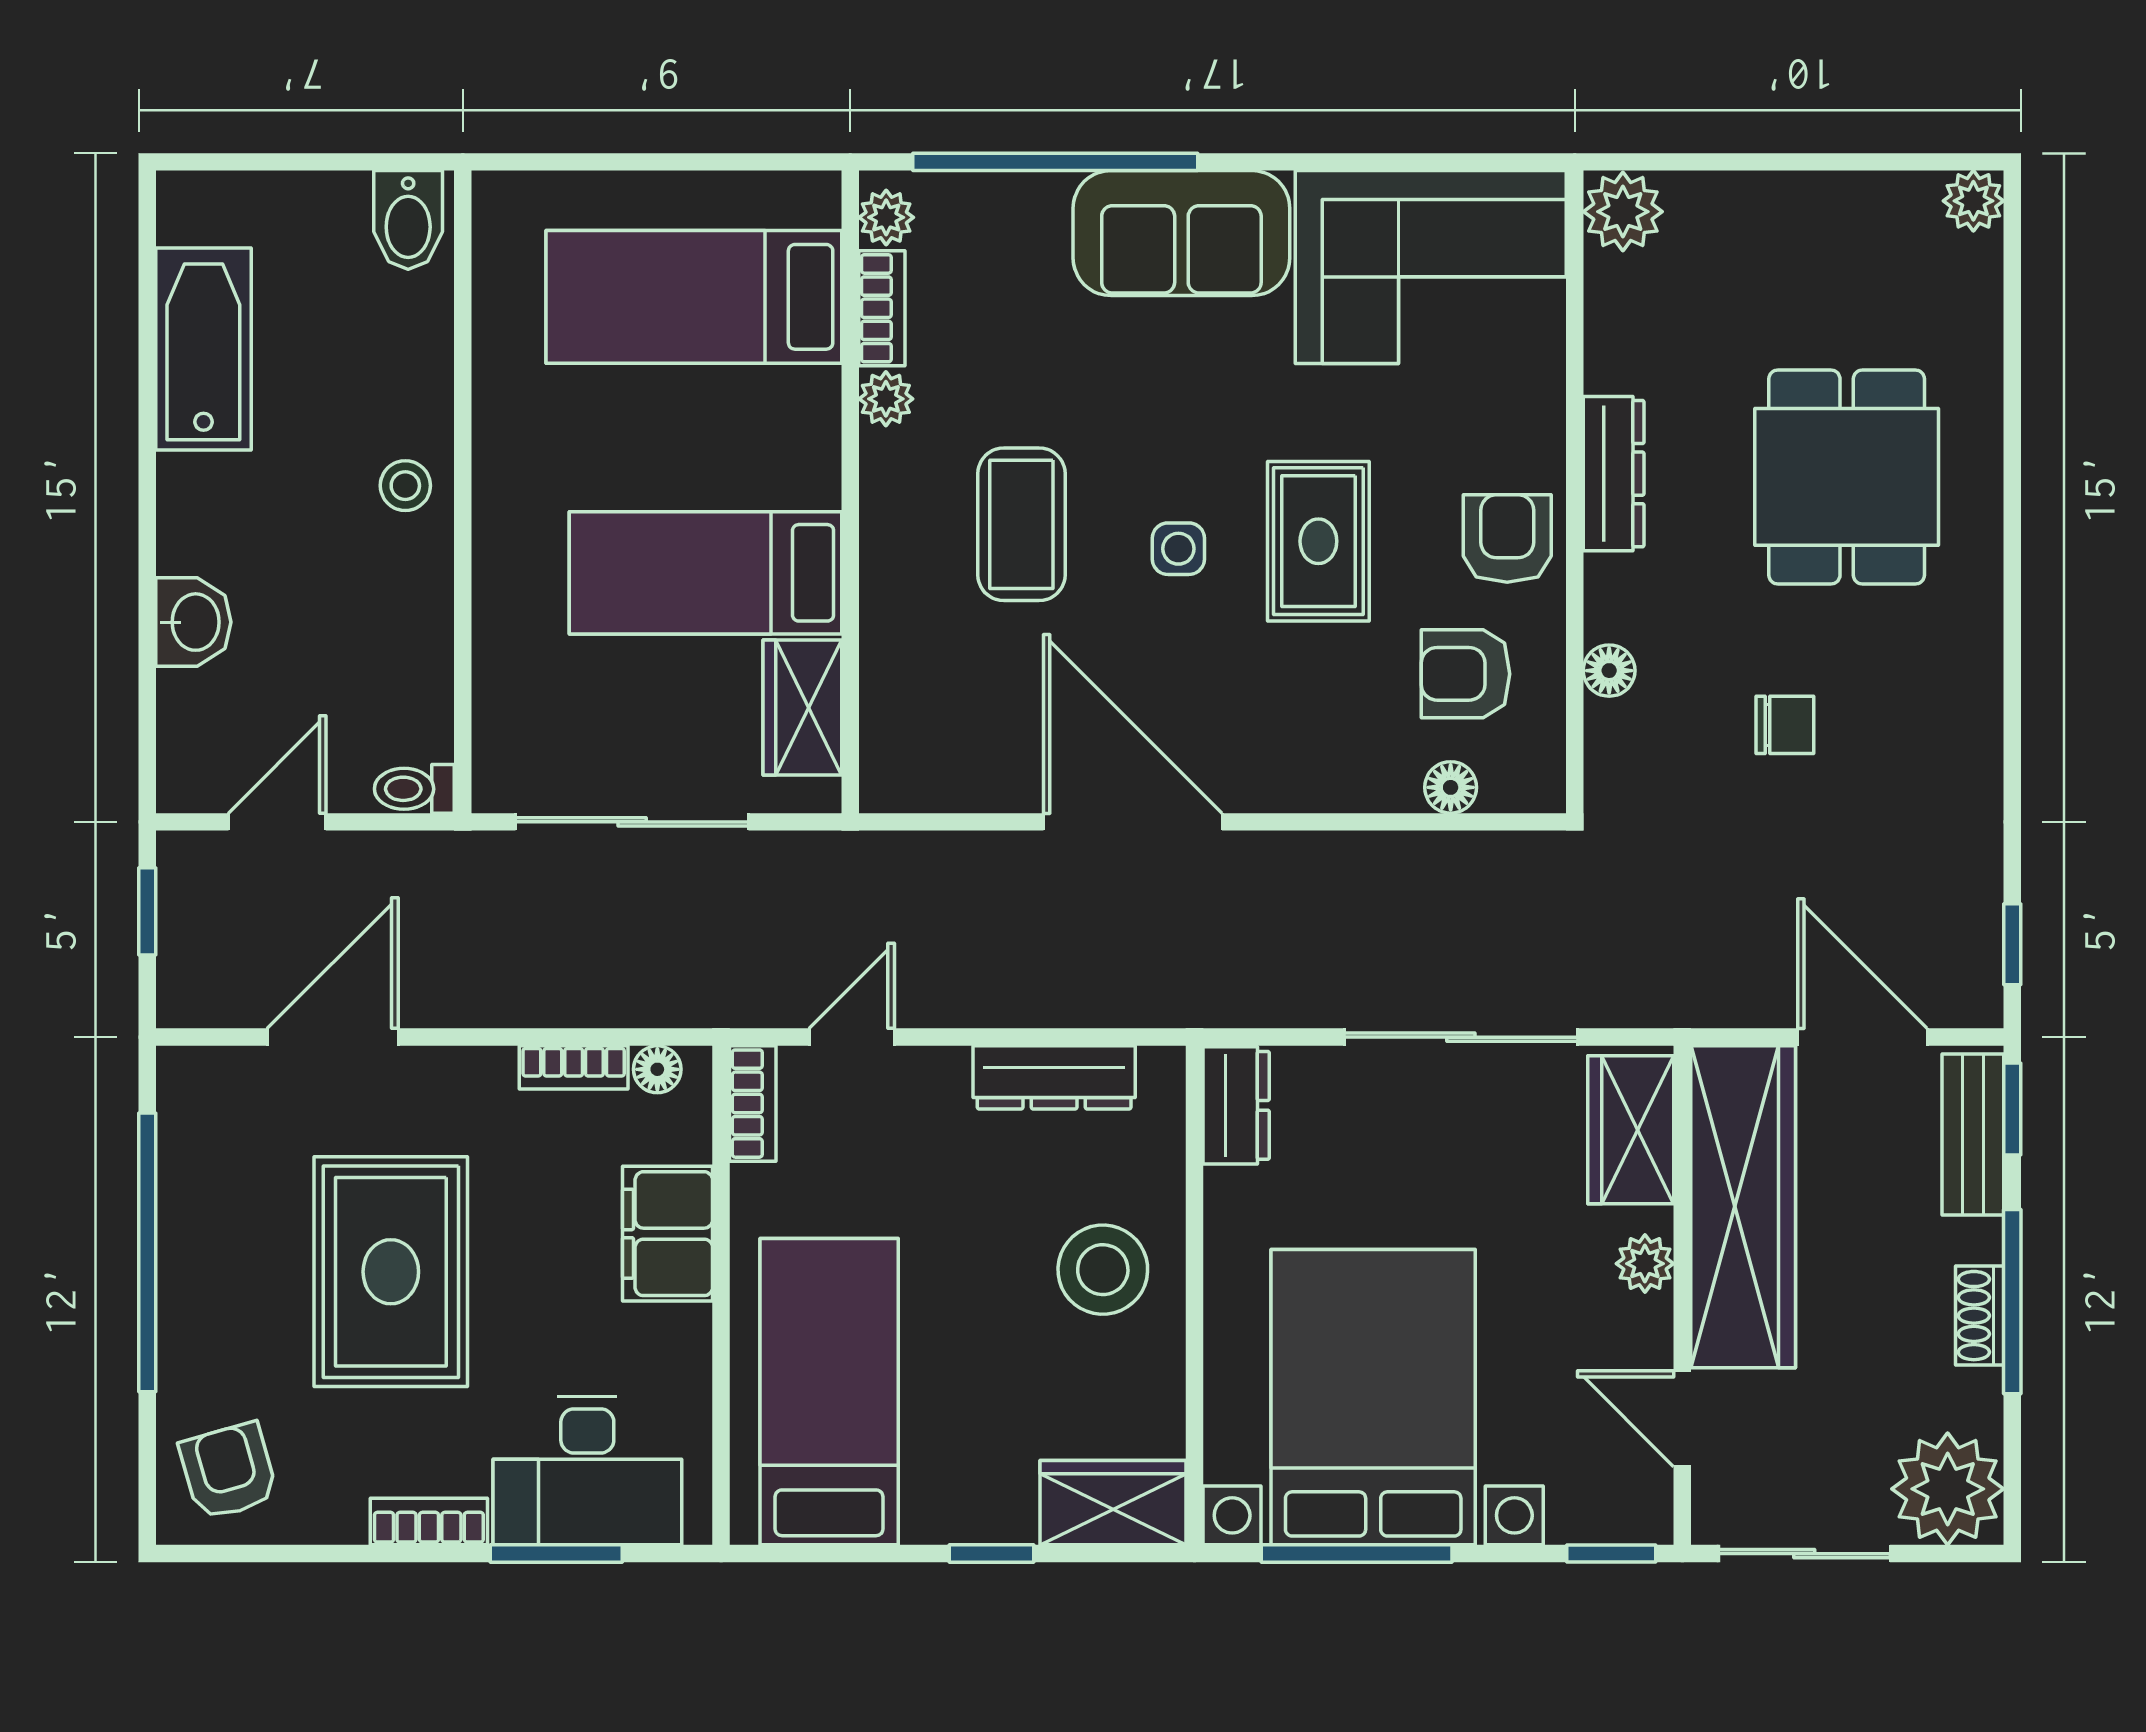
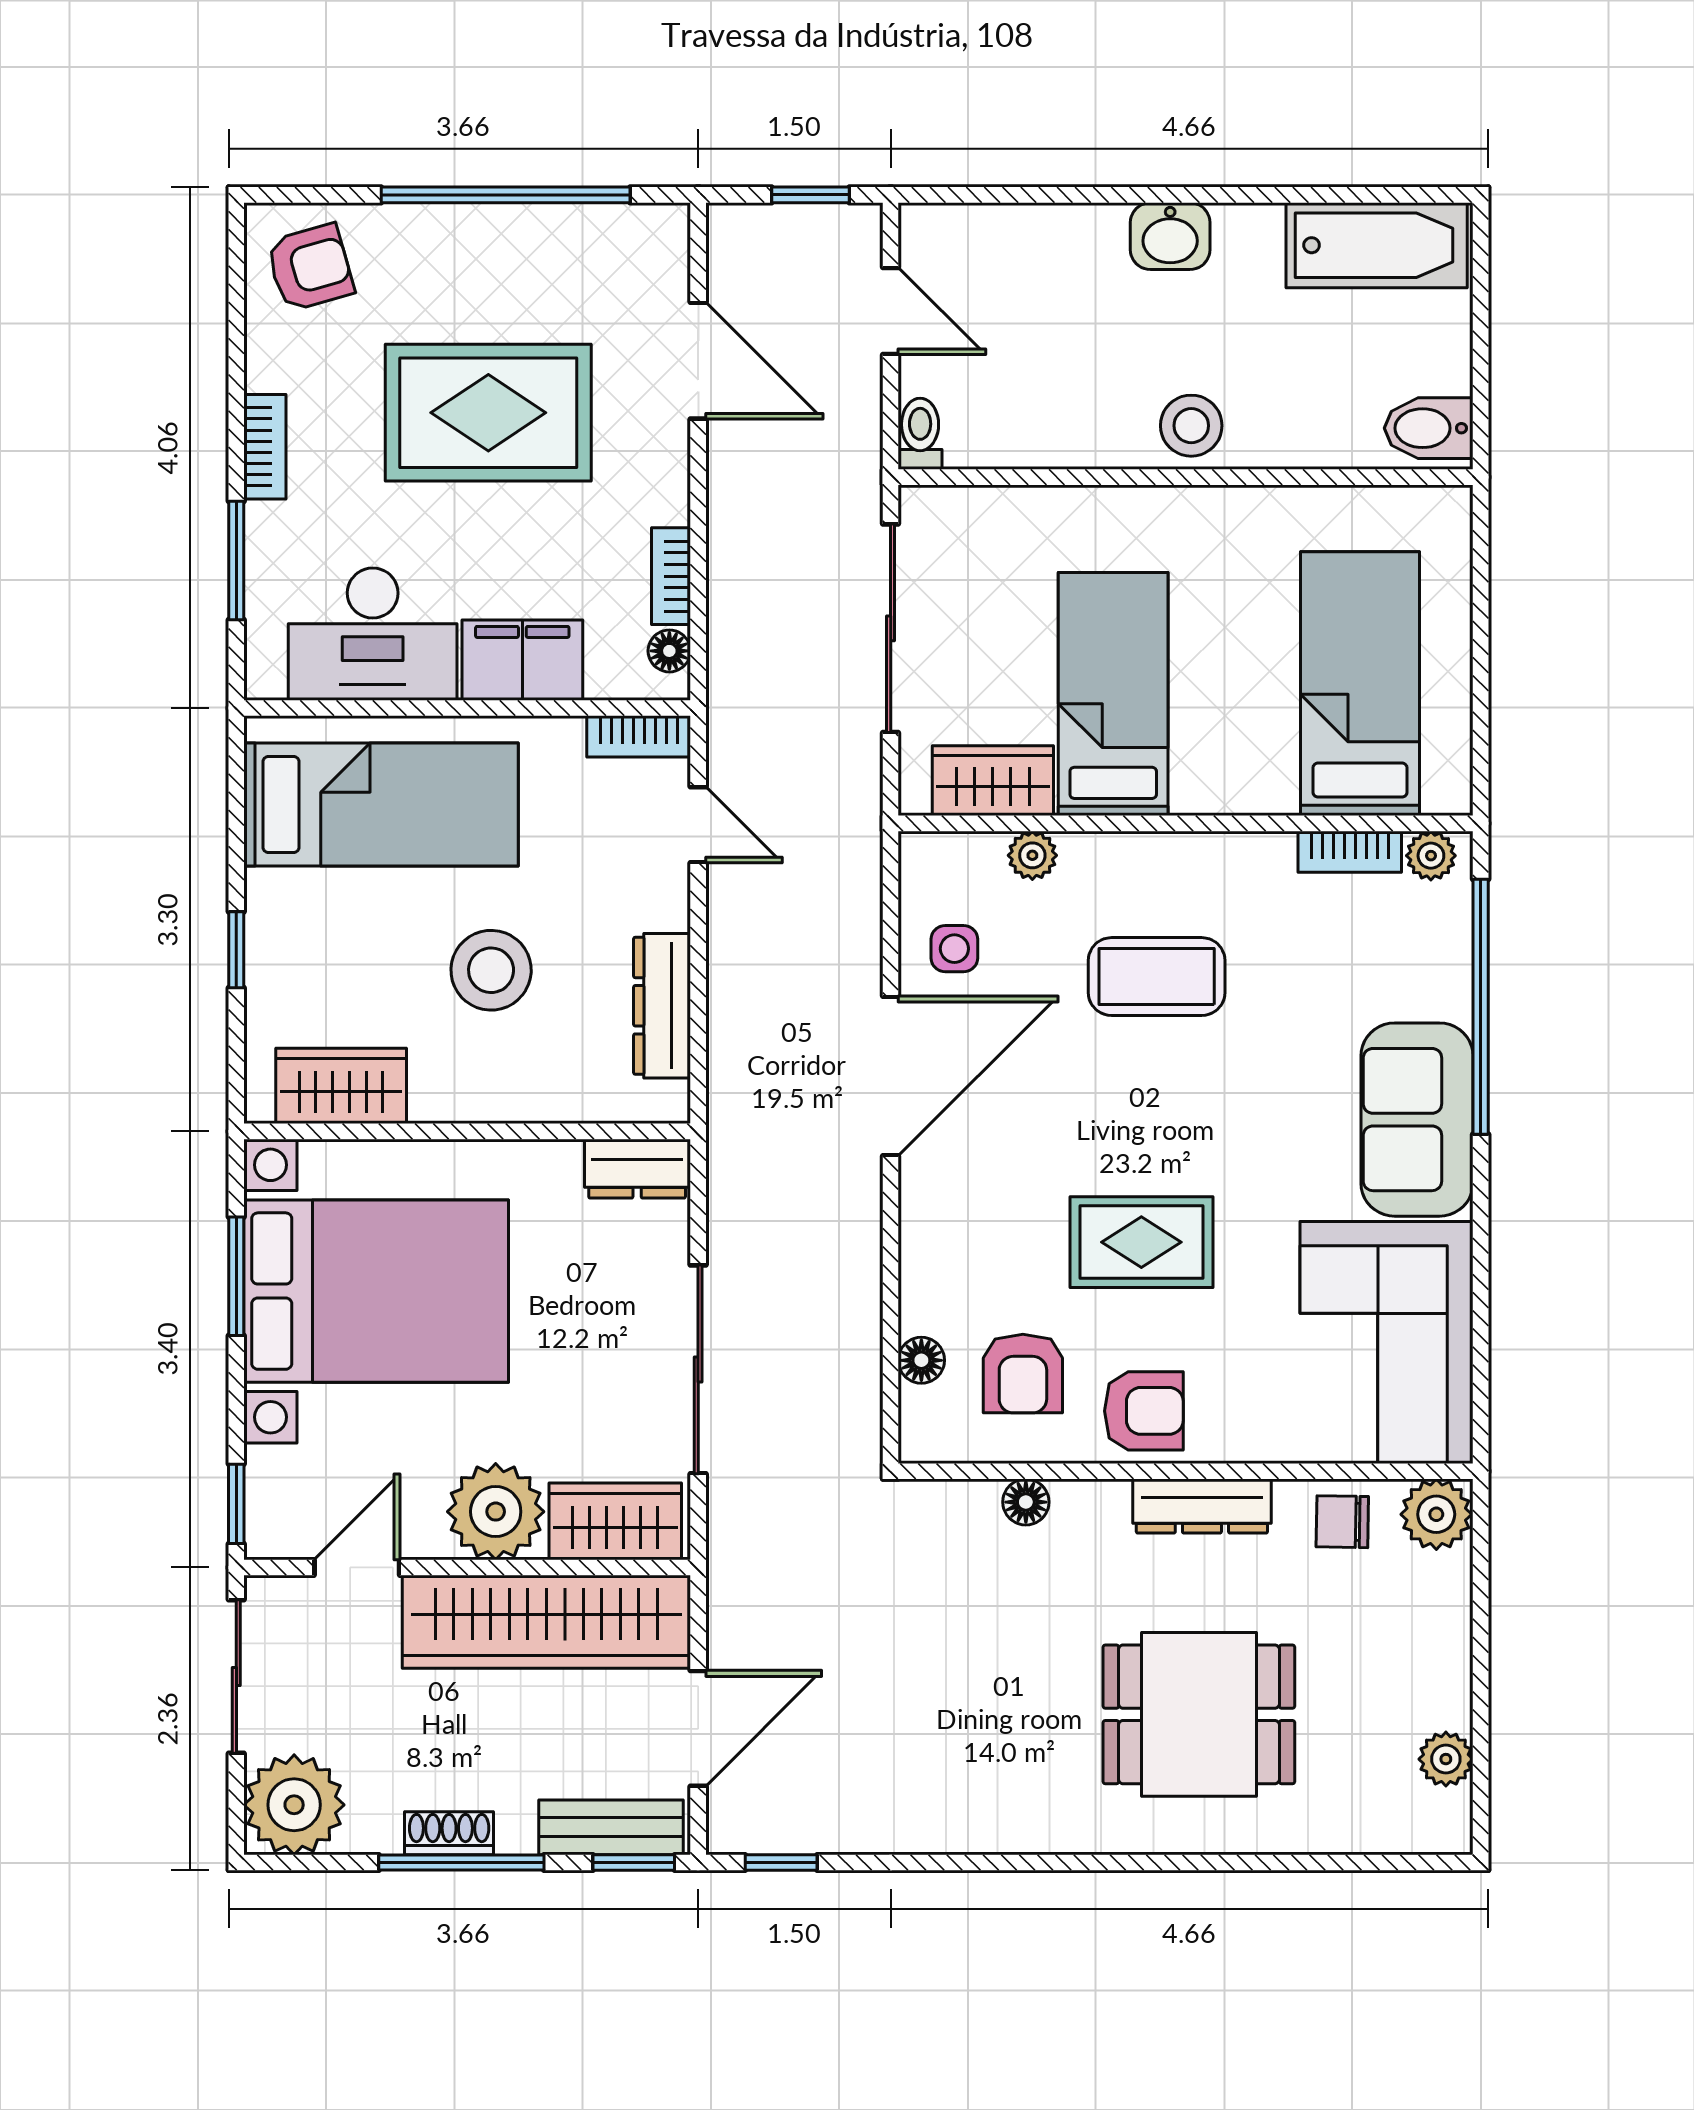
plant: (1973, 201) -> (1446, 1759), moved
bathtub: (203, 349) -> (1377, 245), moved
plant: (886, 399) -> (1032, 855), moved
stool: (405, 486) -> (1191, 426), width x1.37, depth x1.37
side table: (1178, 549) -> (954, 949), moved
washbasin: (193, 622) -> (1170, 236), moved
armchair: (1465, 674) -> (1023, 1374), turned 180
chair: (1785, 725) -> (1342, 1522), moved, turned 91
plant: (1645, 1264) -> (496, 1512), width x1.88, depth x1.88
stool: (1103, 1270) -> (491, 970), moved
desk: (587, 1471) -> (373, 634), moved, turned -90
wardrobe: (1113, 1503) -> (341, 1086), moved, turned -90
window: (1357, 1554) -> (236, 1276), width x0.69

